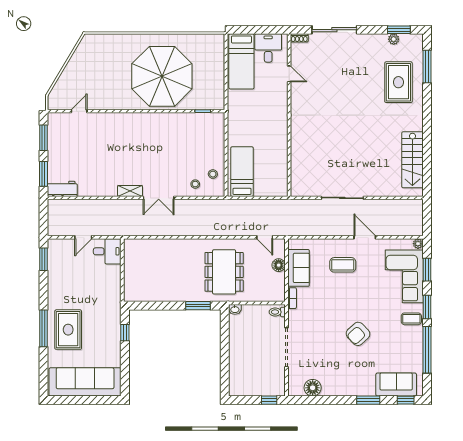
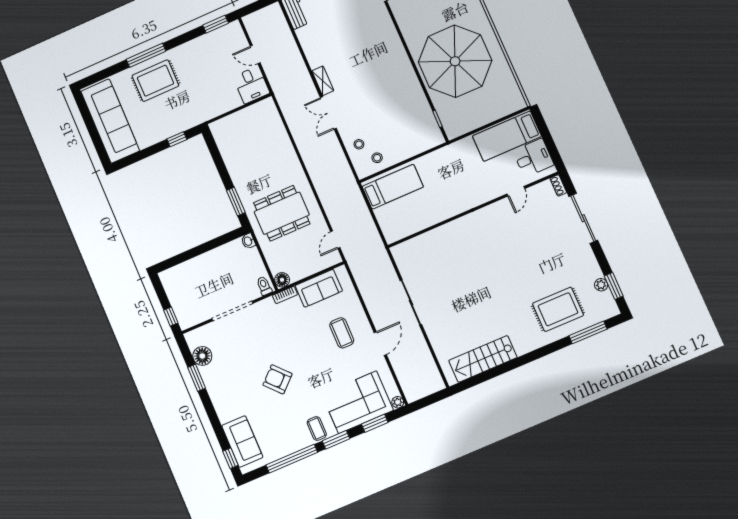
floor lamp: (279, 265) -> (282, 280), moved
window: (368, 400) -> (197, 378), moved

